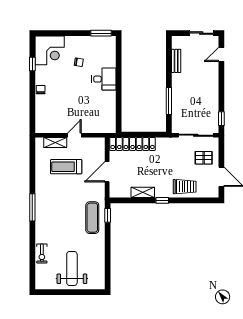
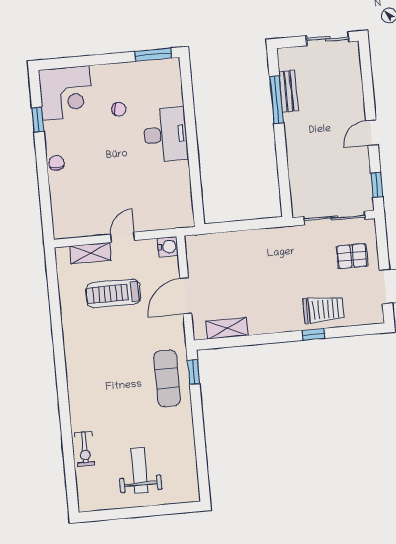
door: (221, 54) -> (372, 133), moved
desk: (104, 79) -> (165, 134), width x1.37
window: (169, 101) -> (277, 100), moved
water cooler: (100, 143) -> (168, 247), added
locker: (133, 144) -> (226, 243), removed
shelving: (143, 192) -> (227, 328), moved
window: (162, 200) -> (313, 334), moved
window: (32, 207) -> (61, 370), removed
weight bench: (72, 268) -> (140, 470), width x0.73, depth x0.75

